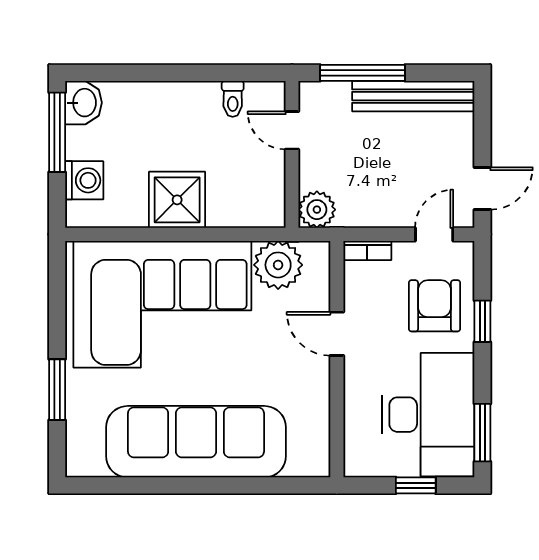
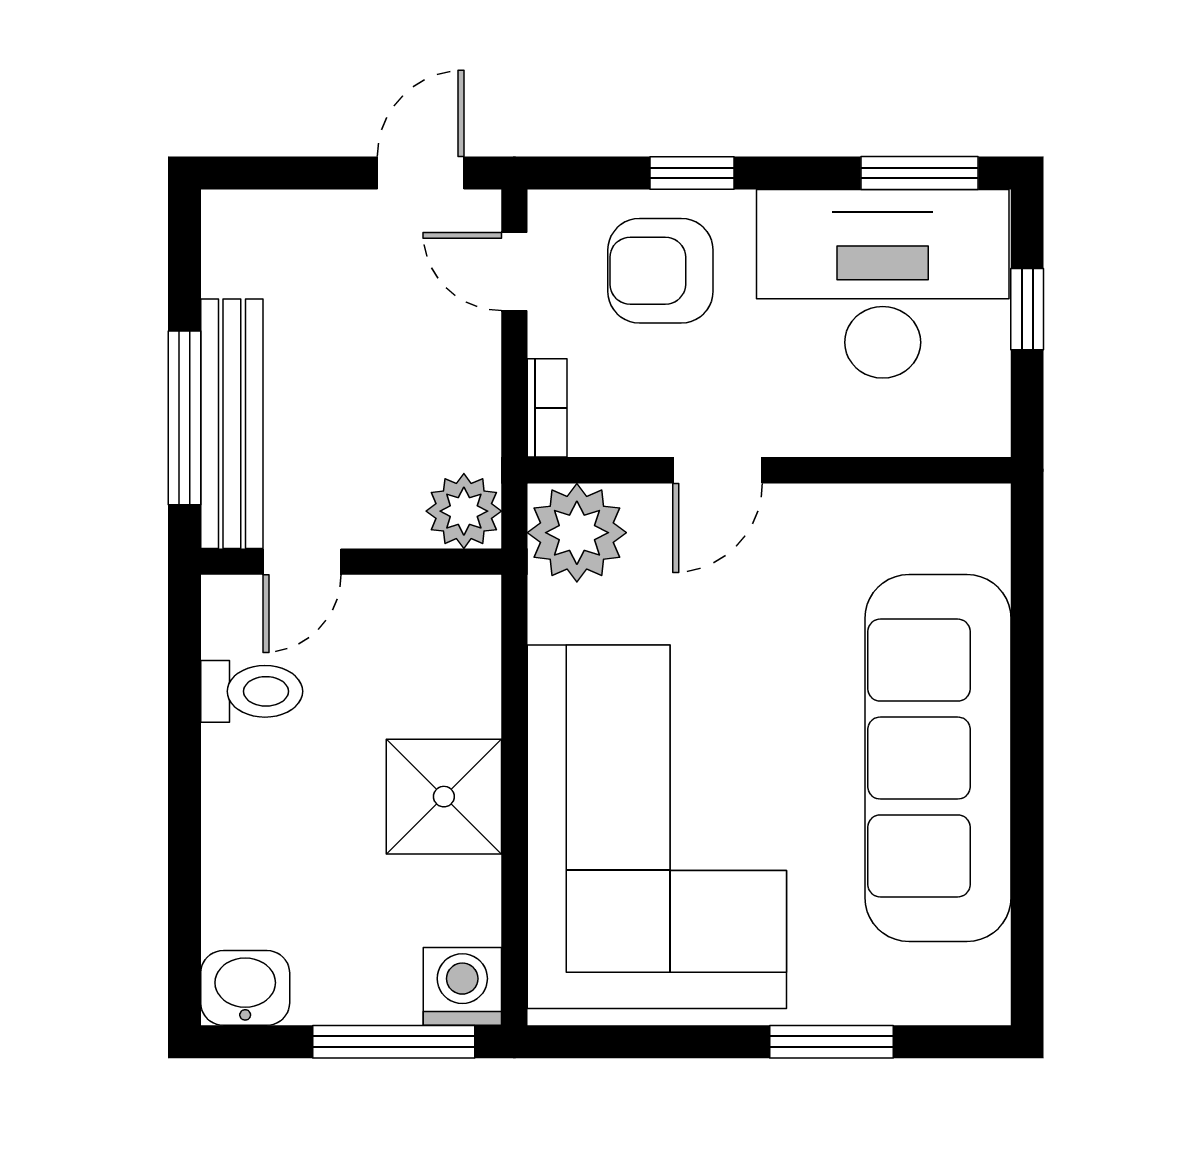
bench: (413, 96) -> (232, 424), moved
toilet: (233, 99) -> (252, 691), width x1.37, depth x1.39
window: (57, 132) -> (394, 1042), moved
washing machine: (84, 180) -> (462, 986), moved
door: (482, 188) -> (421, 173), hinge flipped
plant: (278, 265) -> (577, 533), moved

